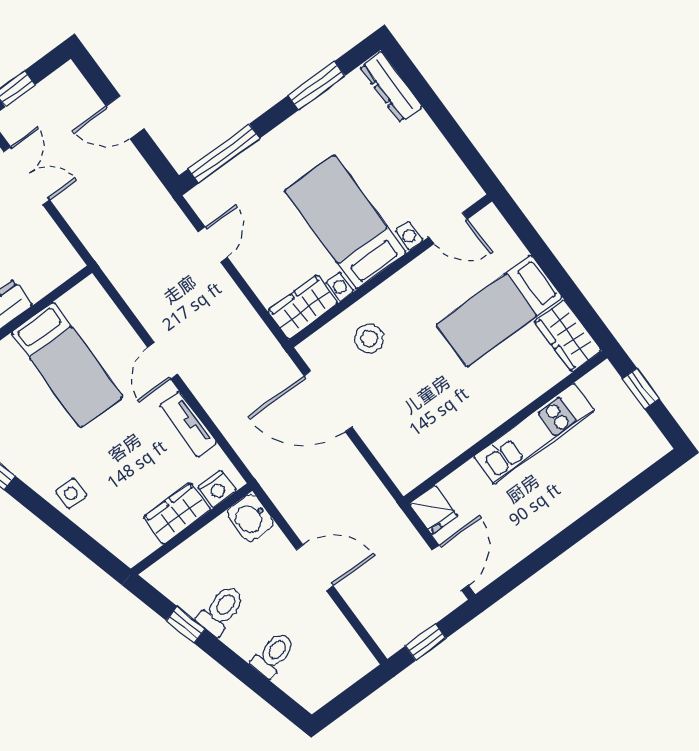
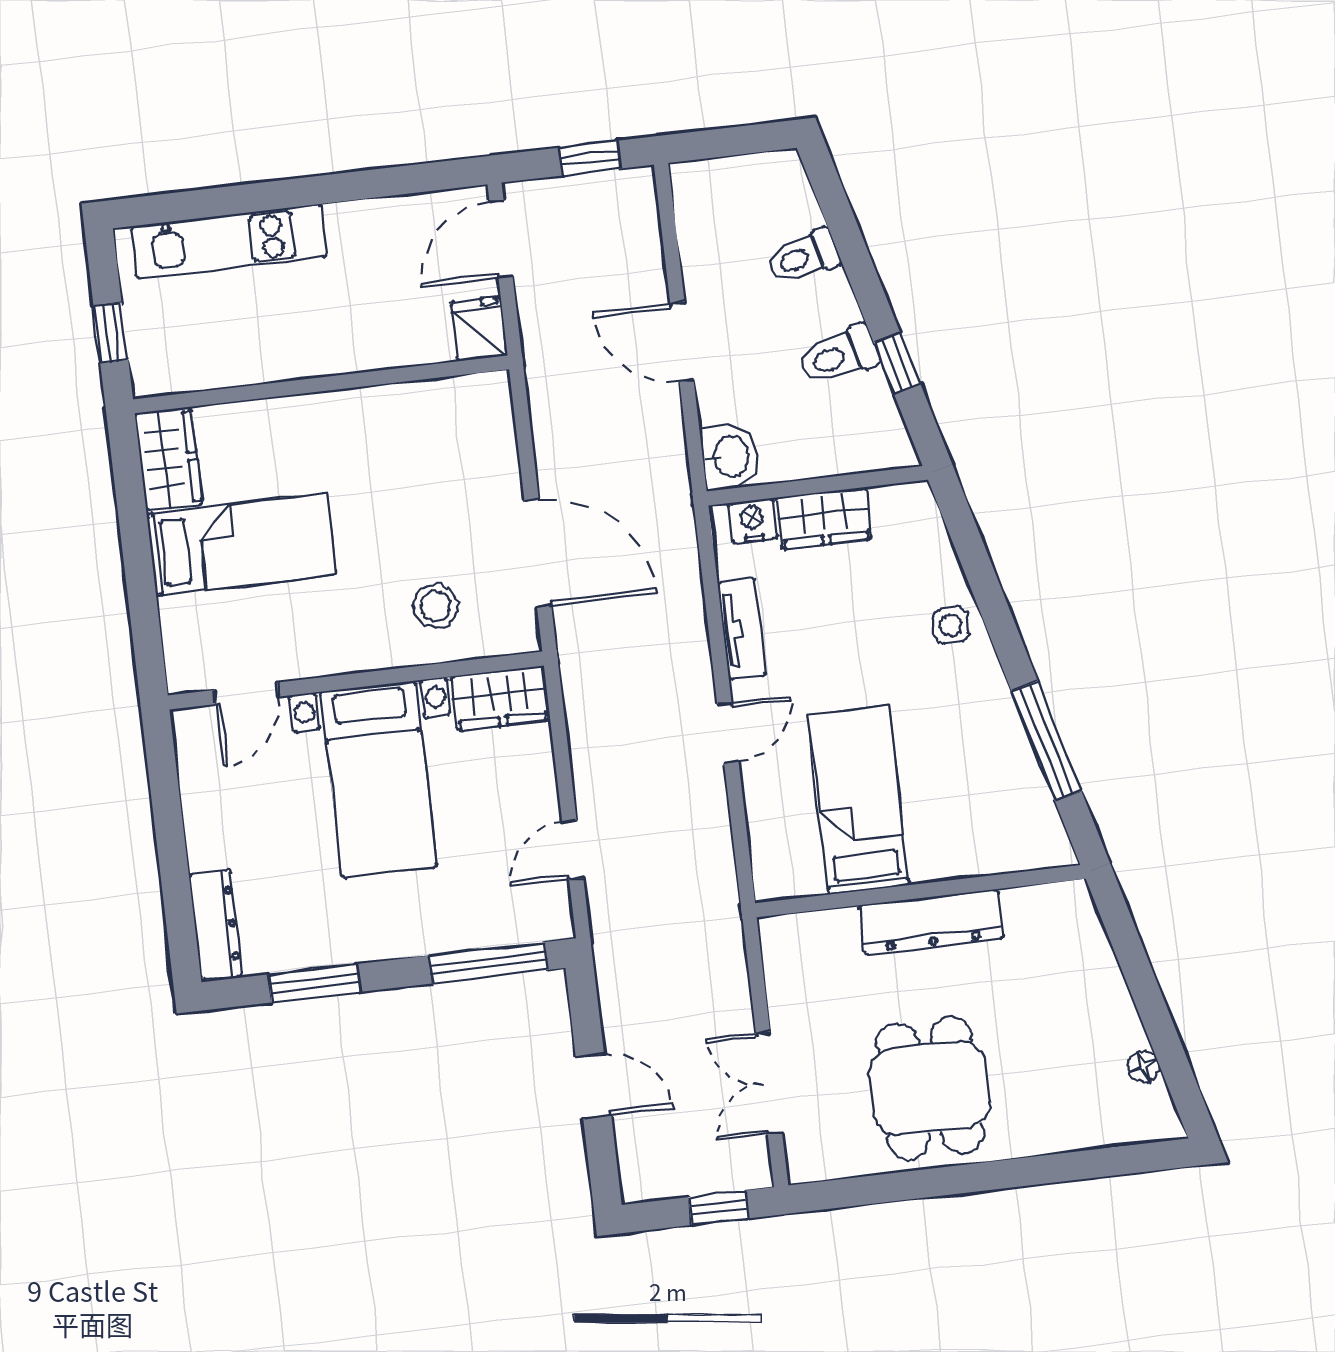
door: (448, 228) -> (246, 693), swing flipped
kitchen unit: (534, 434) -> (229, 242), moved, turned 180

